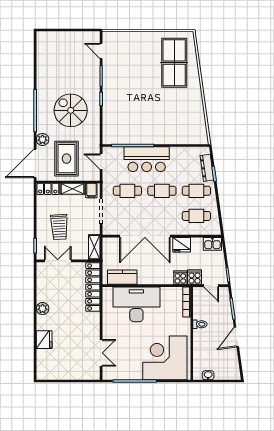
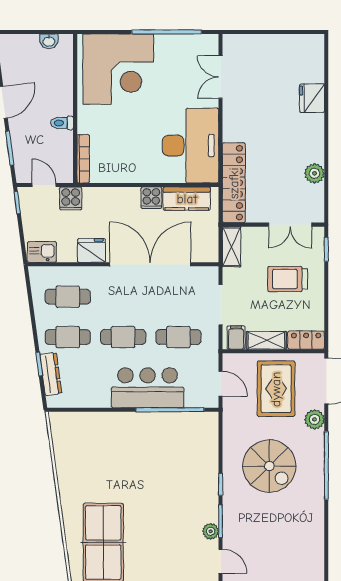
plant: (107, 70) -> (211, 531), added
trolley: (59, 227) -> (288, 279), turned -87
cooker: (180, 278) -> (151, 198), moved
desk: (136, 304) -> (191, 146), moved, turned -90
plant: (43, 309) -> (314, 173), moved

